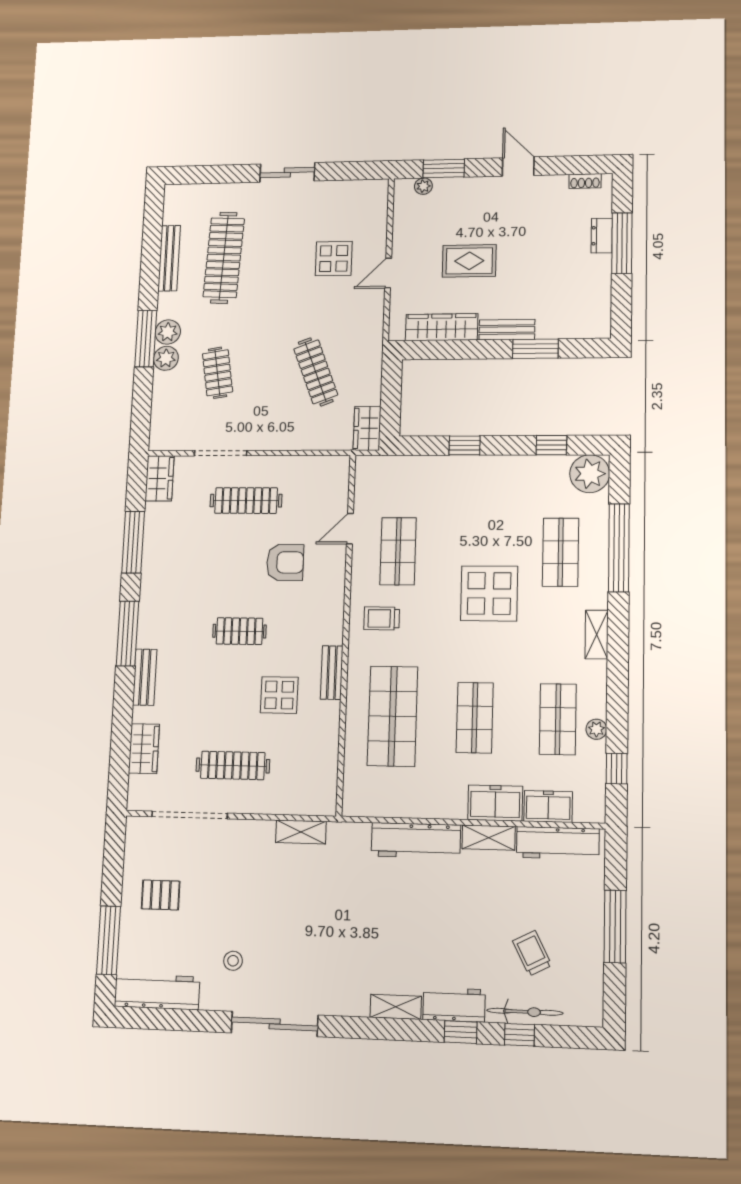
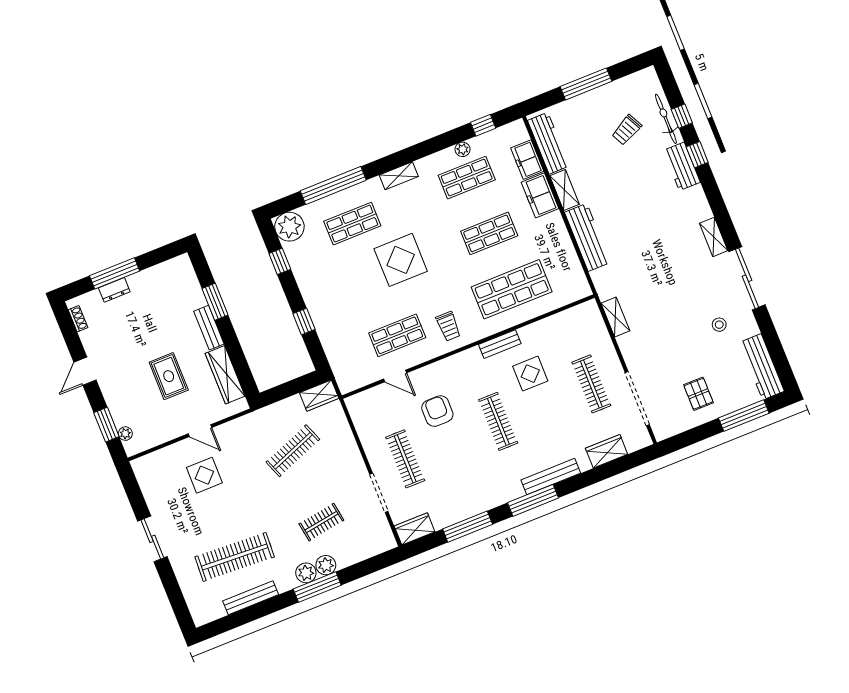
clothes rail: (239, 631) -> (498, 421), width x1.36
bench: (145, 677) -> (551, 477), width x1.36
shelving: (396, 1007) -> (714, 237), moved

